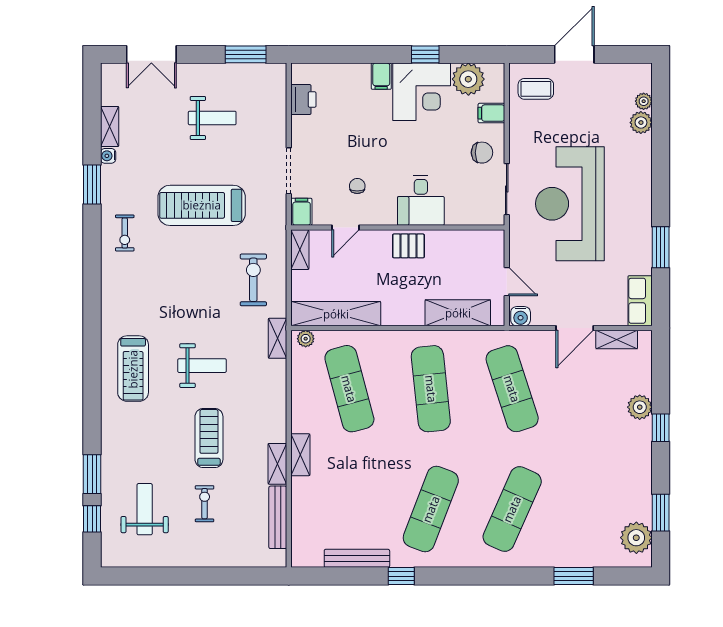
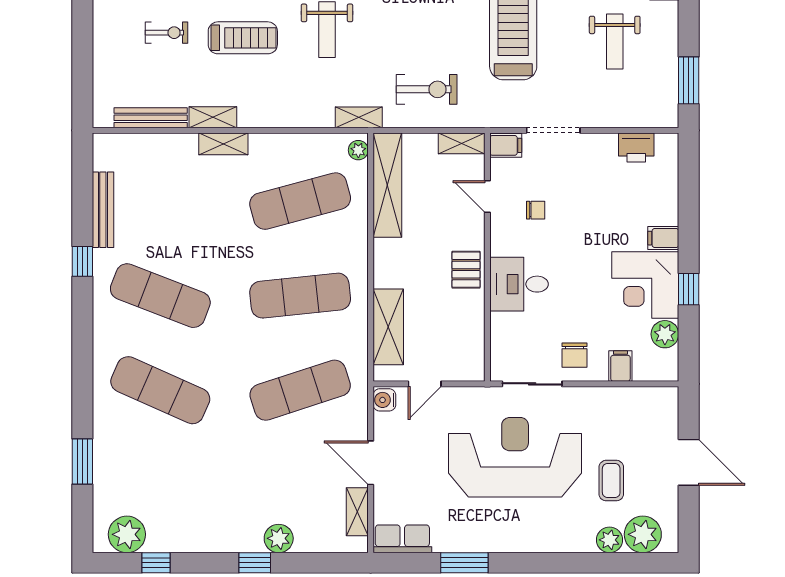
plant: (468, 79) -> (665, 334), width x0.73, depth x0.73
coffee table: (536, 89) -> (611, 481), moved
plant: (644, 101) -> (643, 534), width x1.88, depth x1.88
window: (661, 513) -> (156, 563), width x0.67

